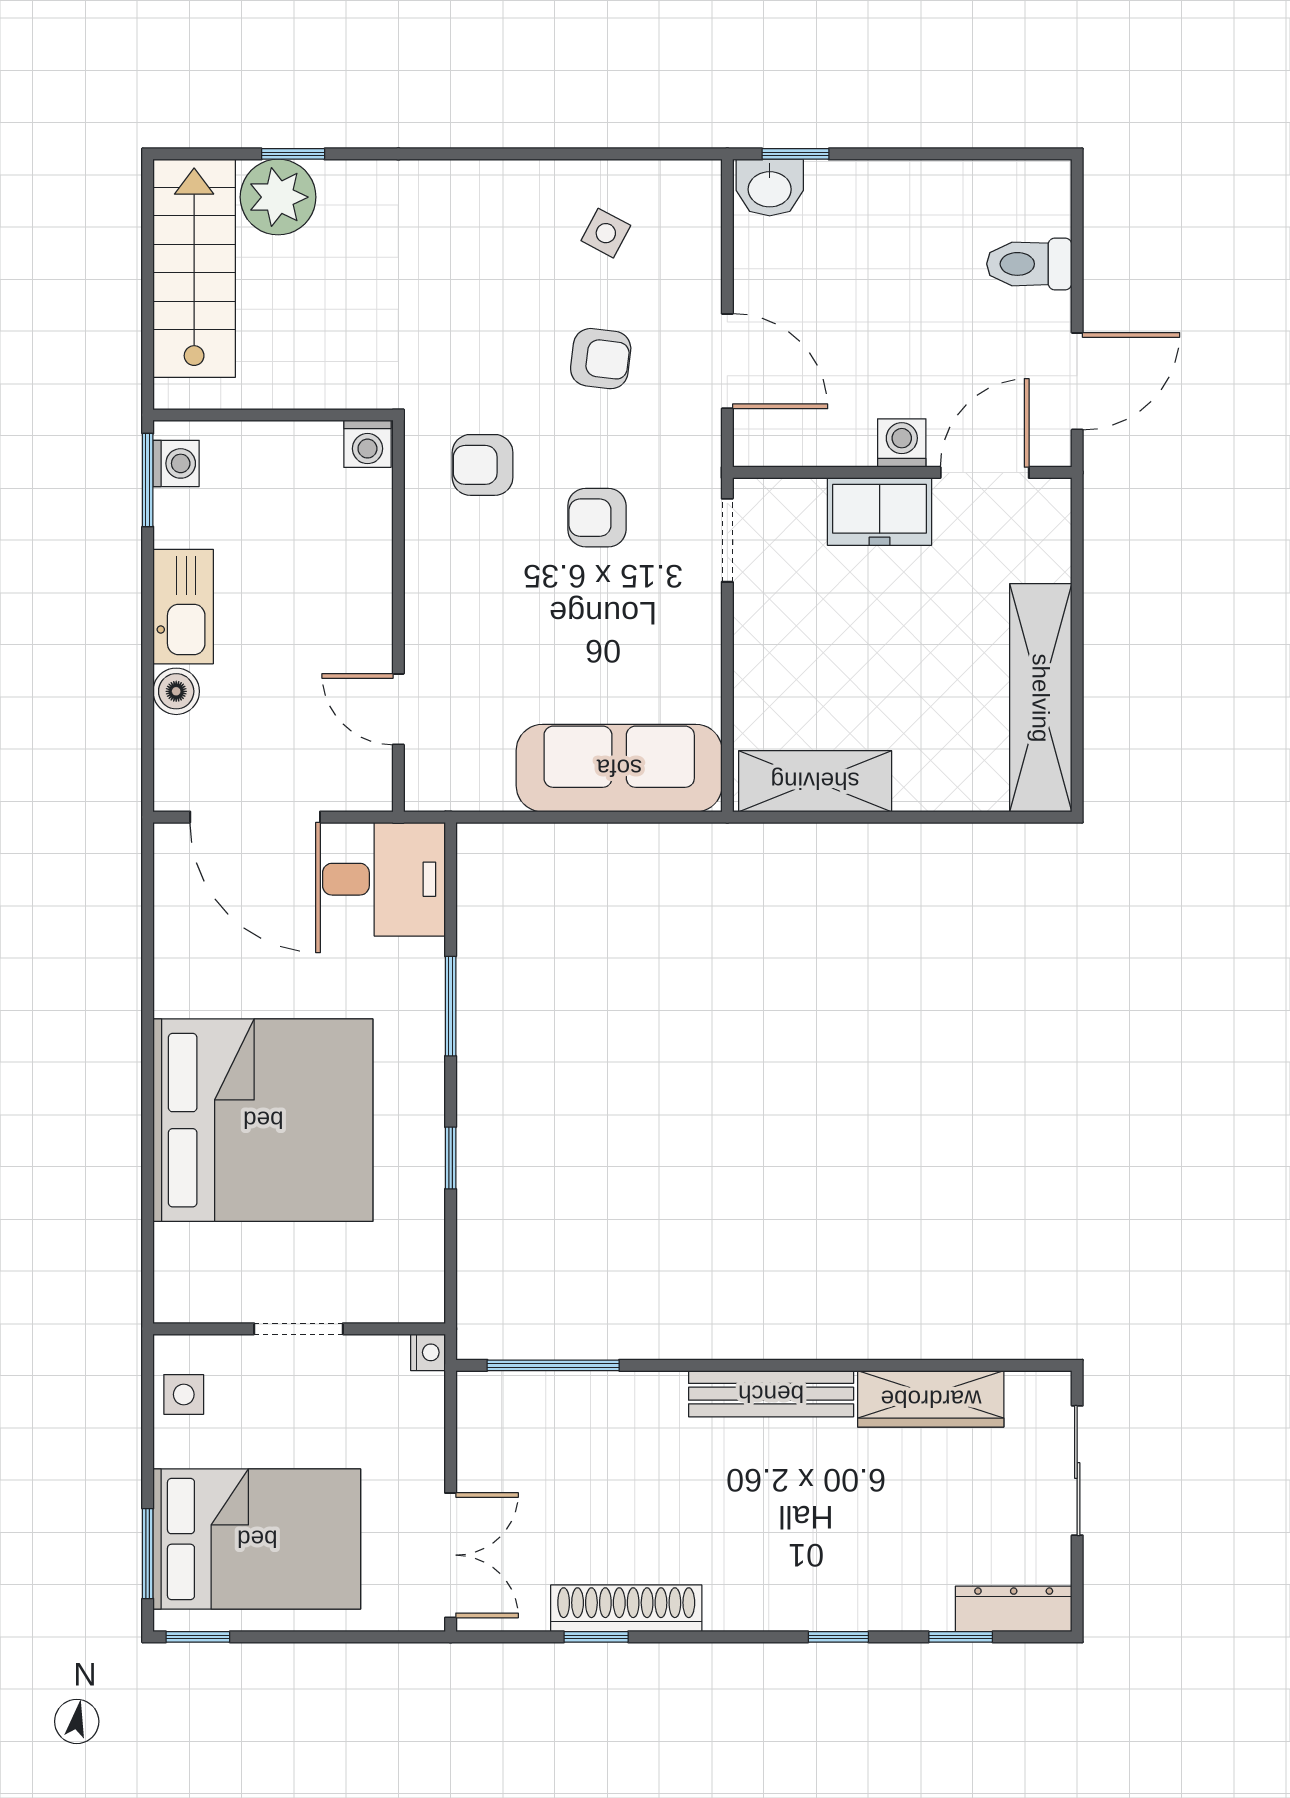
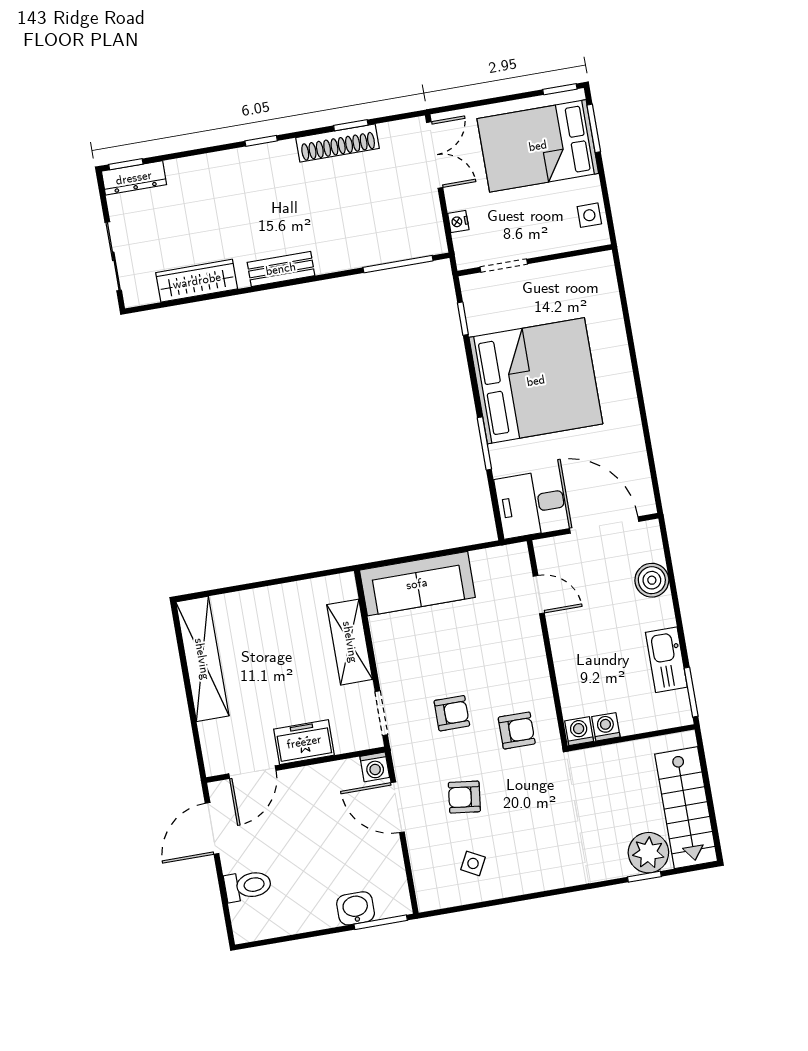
window: (795, 154) -> (381, 922), width x1.50
washbasin: (770, 188) -> (356, 908), moved
washing machine: (902, 443) -> (375, 767), moved
washing machine: (176, 463) -> (606, 727), moved, turned 90
kitchen sink: (183, 607) -> (666, 660), moved
boiler: (176, 691) -> (652, 580), width x1.36, depth x1.36
shelving: (815, 781) -> (350, 642), moved, turned 90
bed: (263, 1120) -> (536, 381), moved, turned 180
window: (451, 1158) -> (463, 319), moved
doorway: (298, 1329) -> (504, 266), moved
nightstand: (428, 1352) -> (458, 222), moved
bench: (771, 1394) -> (281, 269), width x0.73
double door: (451, 1555) -> (435, 155), swing flipped
window: (838, 1637) -> (261, 141), moved
window: (961, 1637) -> (126, 164), moved

